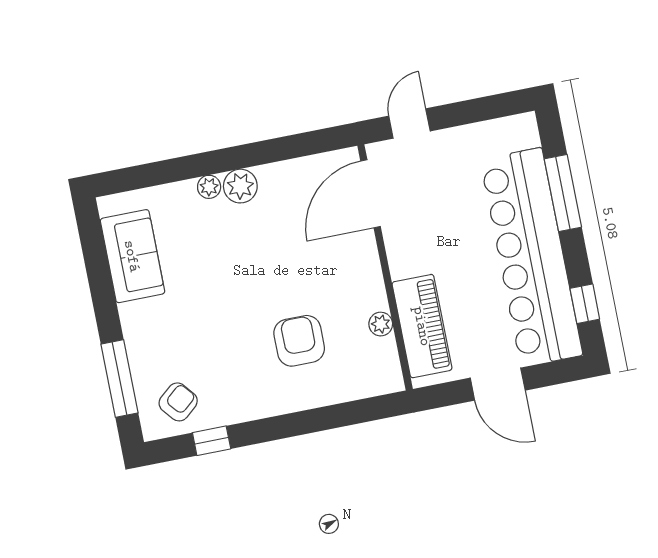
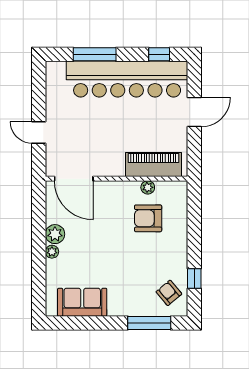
door: (371, 194) -> (74, 179), moved
wall: (385, 267) -> (117, 179), moved
plant: (381, 324) -> (148, 187), moved
piano: (422, 326) -> (153, 165), moved

